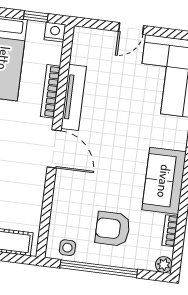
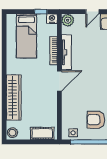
plant: (84, 39) -> (68, 20), added
door: (54, 149) -> (59, 81), hinge flipped

